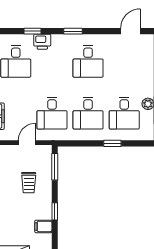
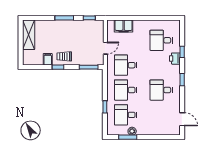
door: (27, 143) -> (105, 48), hinge flipped
trolley: (29, 183) -> (64, 56), moved

